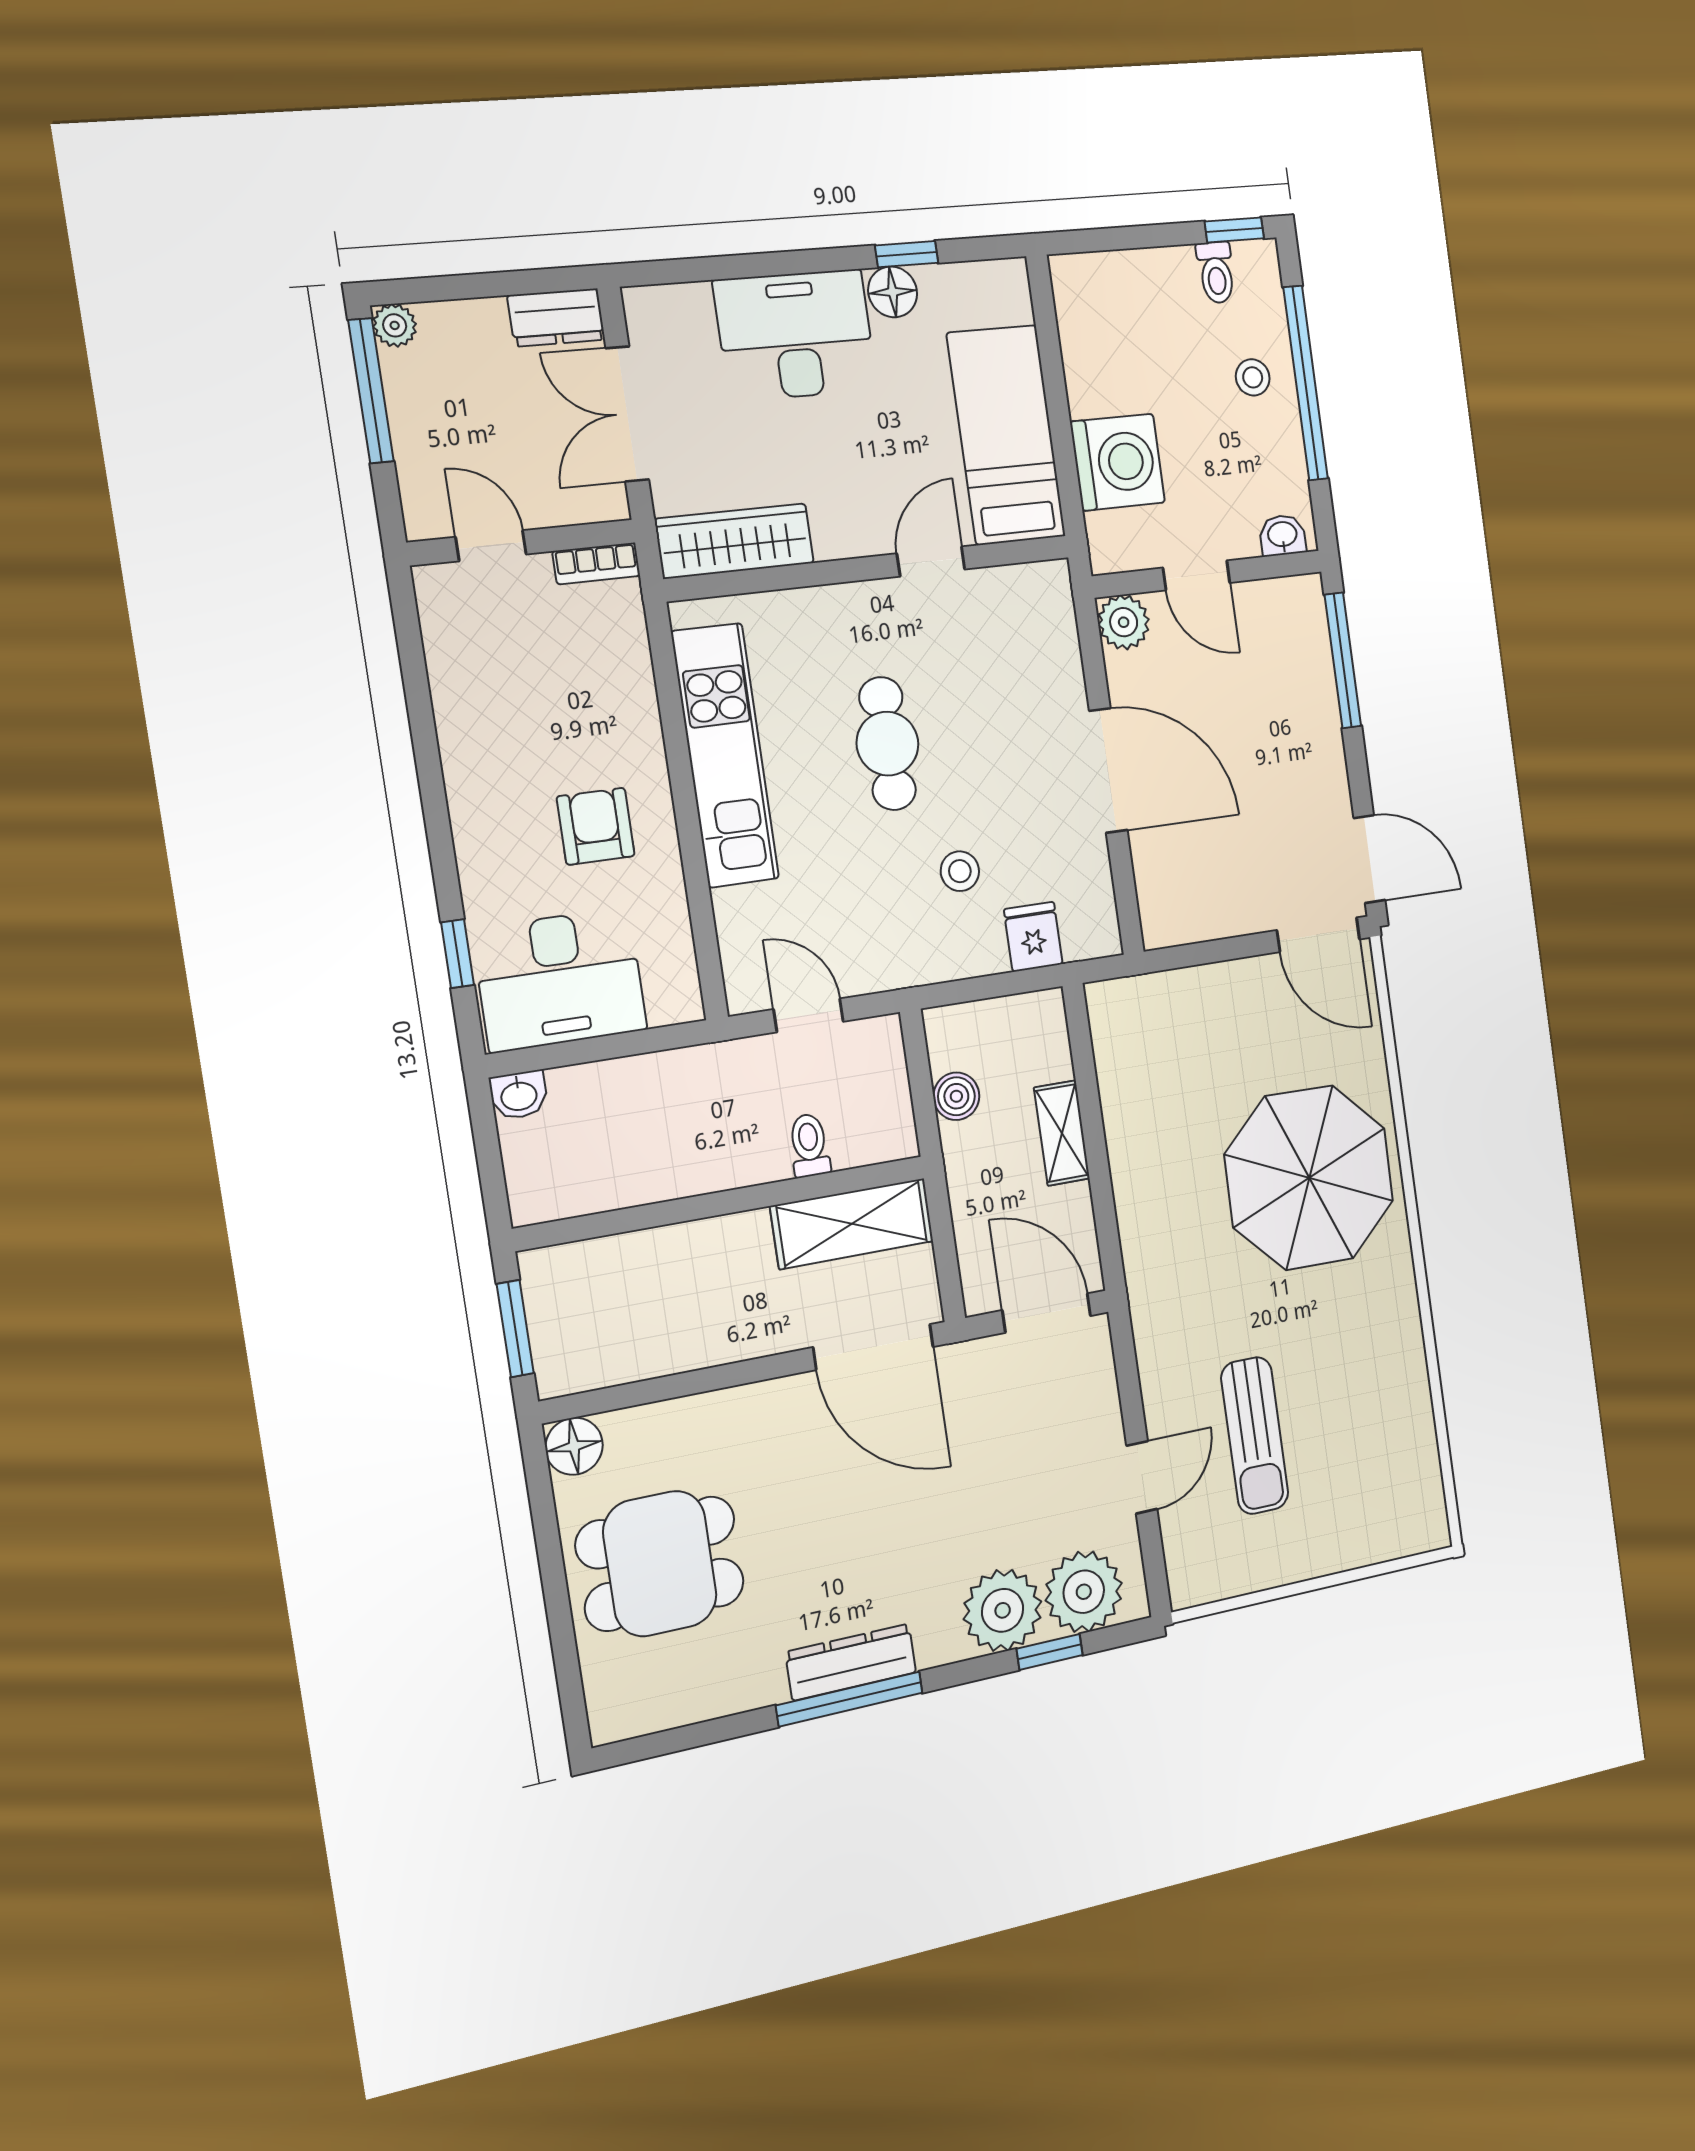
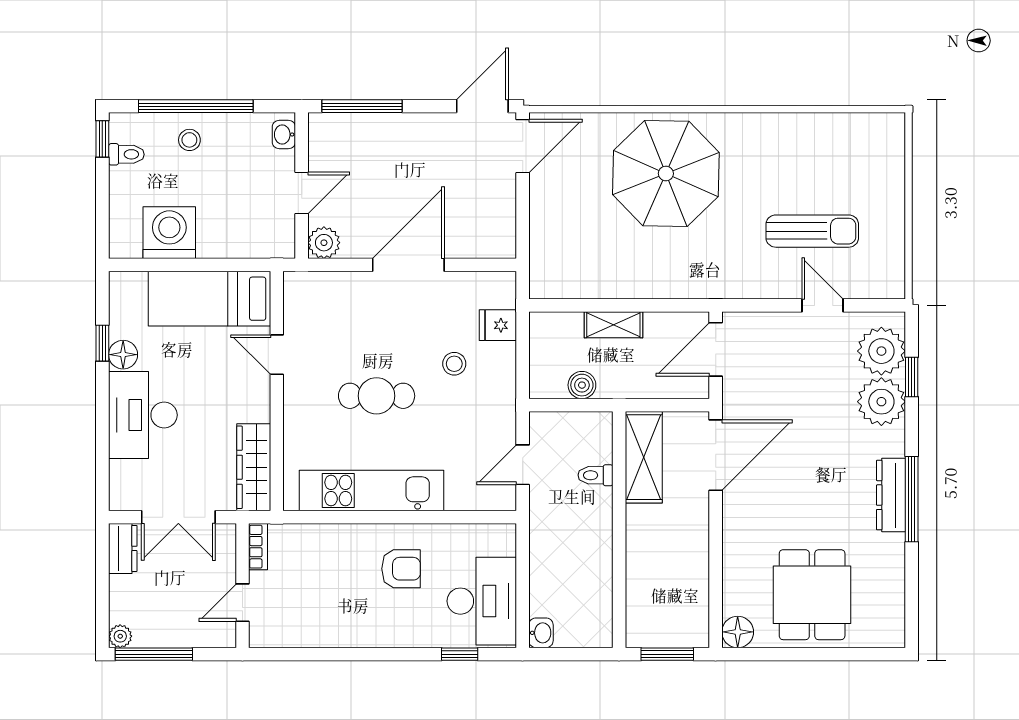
washing machine: (1118, 462) -> (169, 233), moved
armchair: (596, 826) -> (401, 569), turned 180

